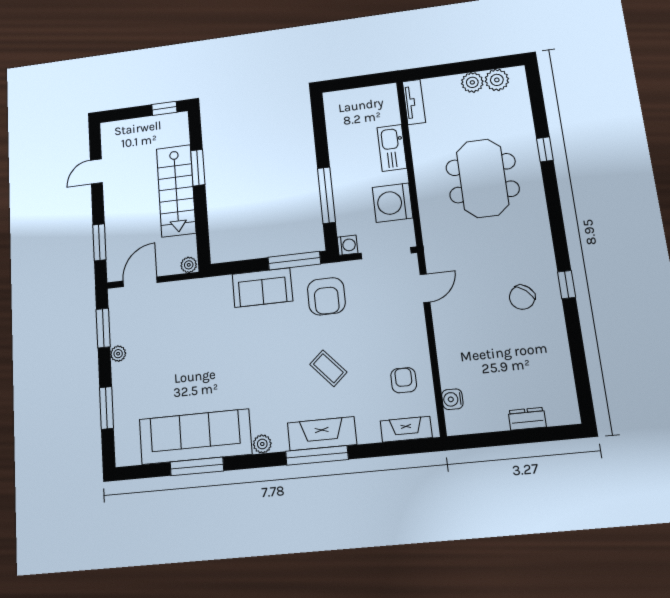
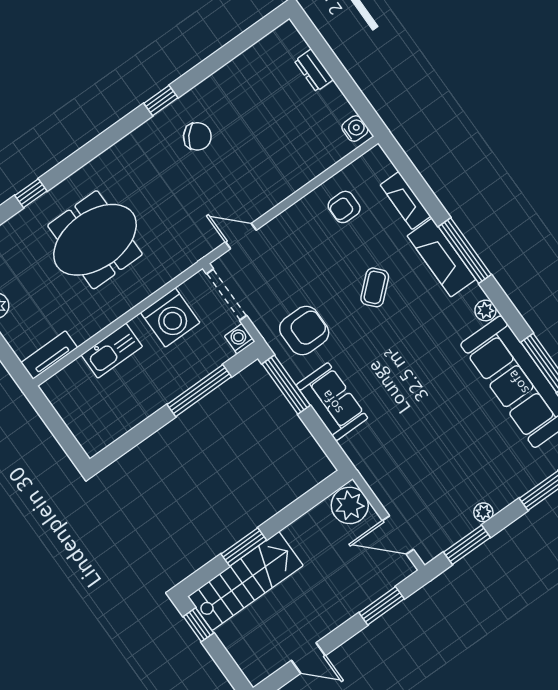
stairs: (176, 191) -> (245, 581), moved
plant: (189, 265) -> (350, 505), width x1.88, depth x1.88
water cooler: (452, 399) -> (355, 129), moved, turned -90
fireplace: (406, 429) -> (405, 201), moved

